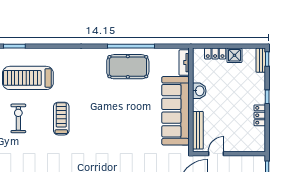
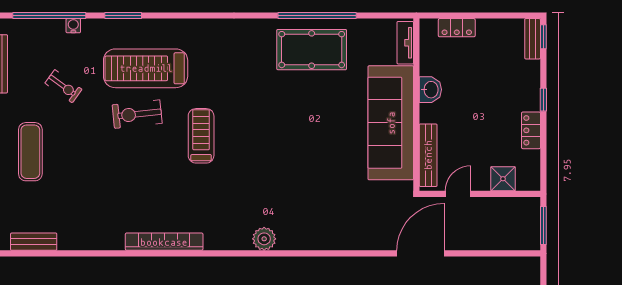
shower: (234, 55) -> (503, 179), moved
exercise bike: (18, 118) -> (137, 114), moved, turned -96

